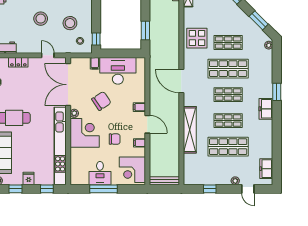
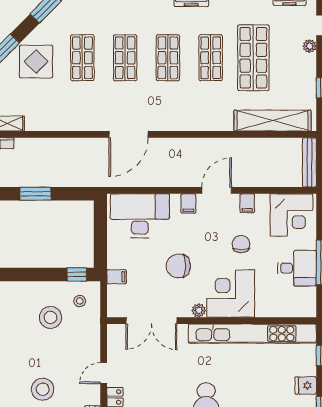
stool: (41, 19) -> (43, 389), moved
window: (145, 31) -> (35, 194), moved
display table: (197, 38) -> (36, 62), moved
door: (48, 55) -> (104, 373), moved
shop shelf: (228, 69) -> (125, 58), width x0.70, depth x0.74
desk: (118, 71) -> (140, 216), moved, turned 90
door: (181, 81) -> (129, 134), moved
double door: (68, 85) -> (151, 321), width x0.73
chair: (101, 101) -> (178, 266), turned -56
shelving: (190, 130) -> (273, 121), moved

